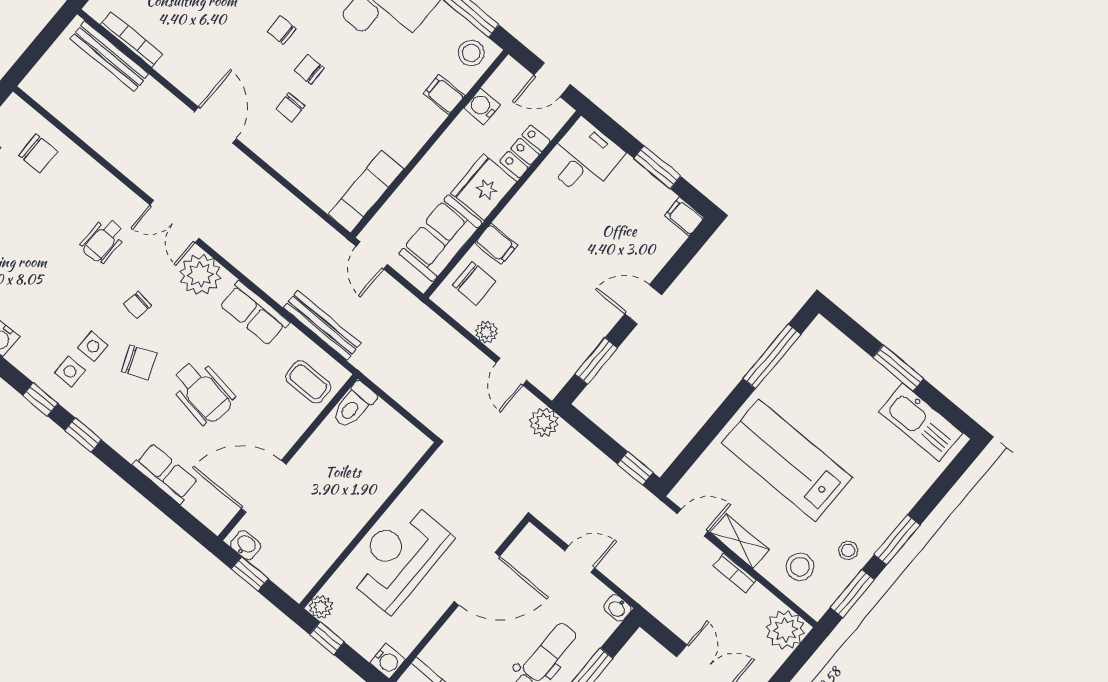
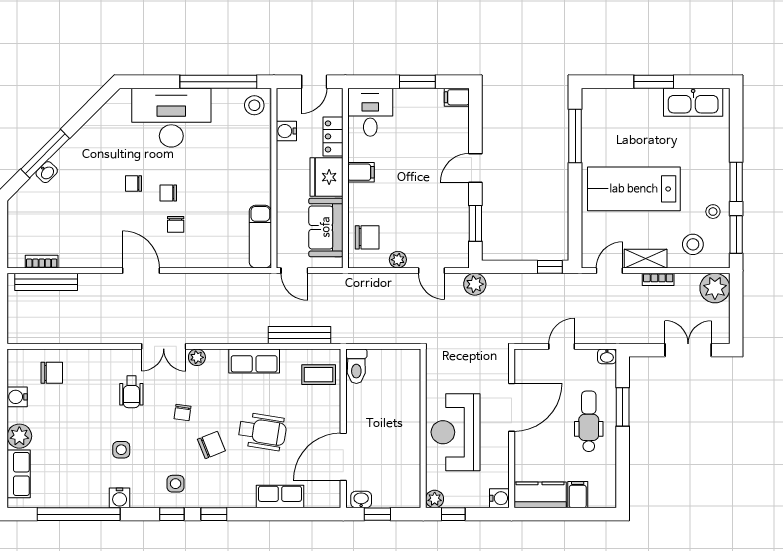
bookcase: (131, 39) -> (42, 262), width x0.64
filing cabinet: (444, 95) -> (259, 143), removed
filing cabinet: (496, 244) -> (361, 172), moved
plant: (200, 275) -> (197, 357), width x0.53, depth x0.53
side table: (93, 346) -> (121, 450), moved

